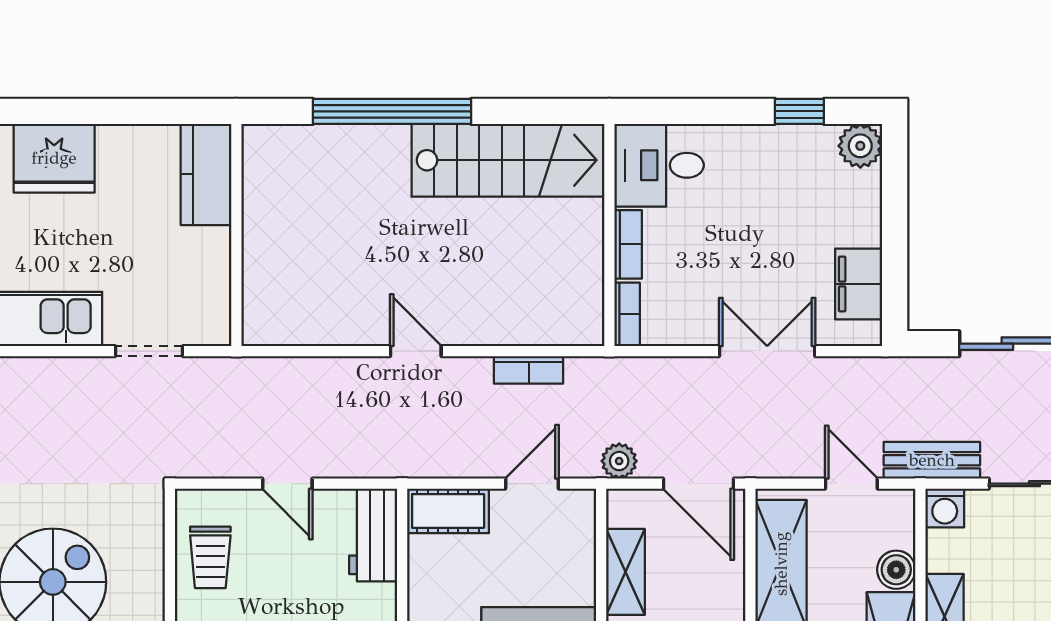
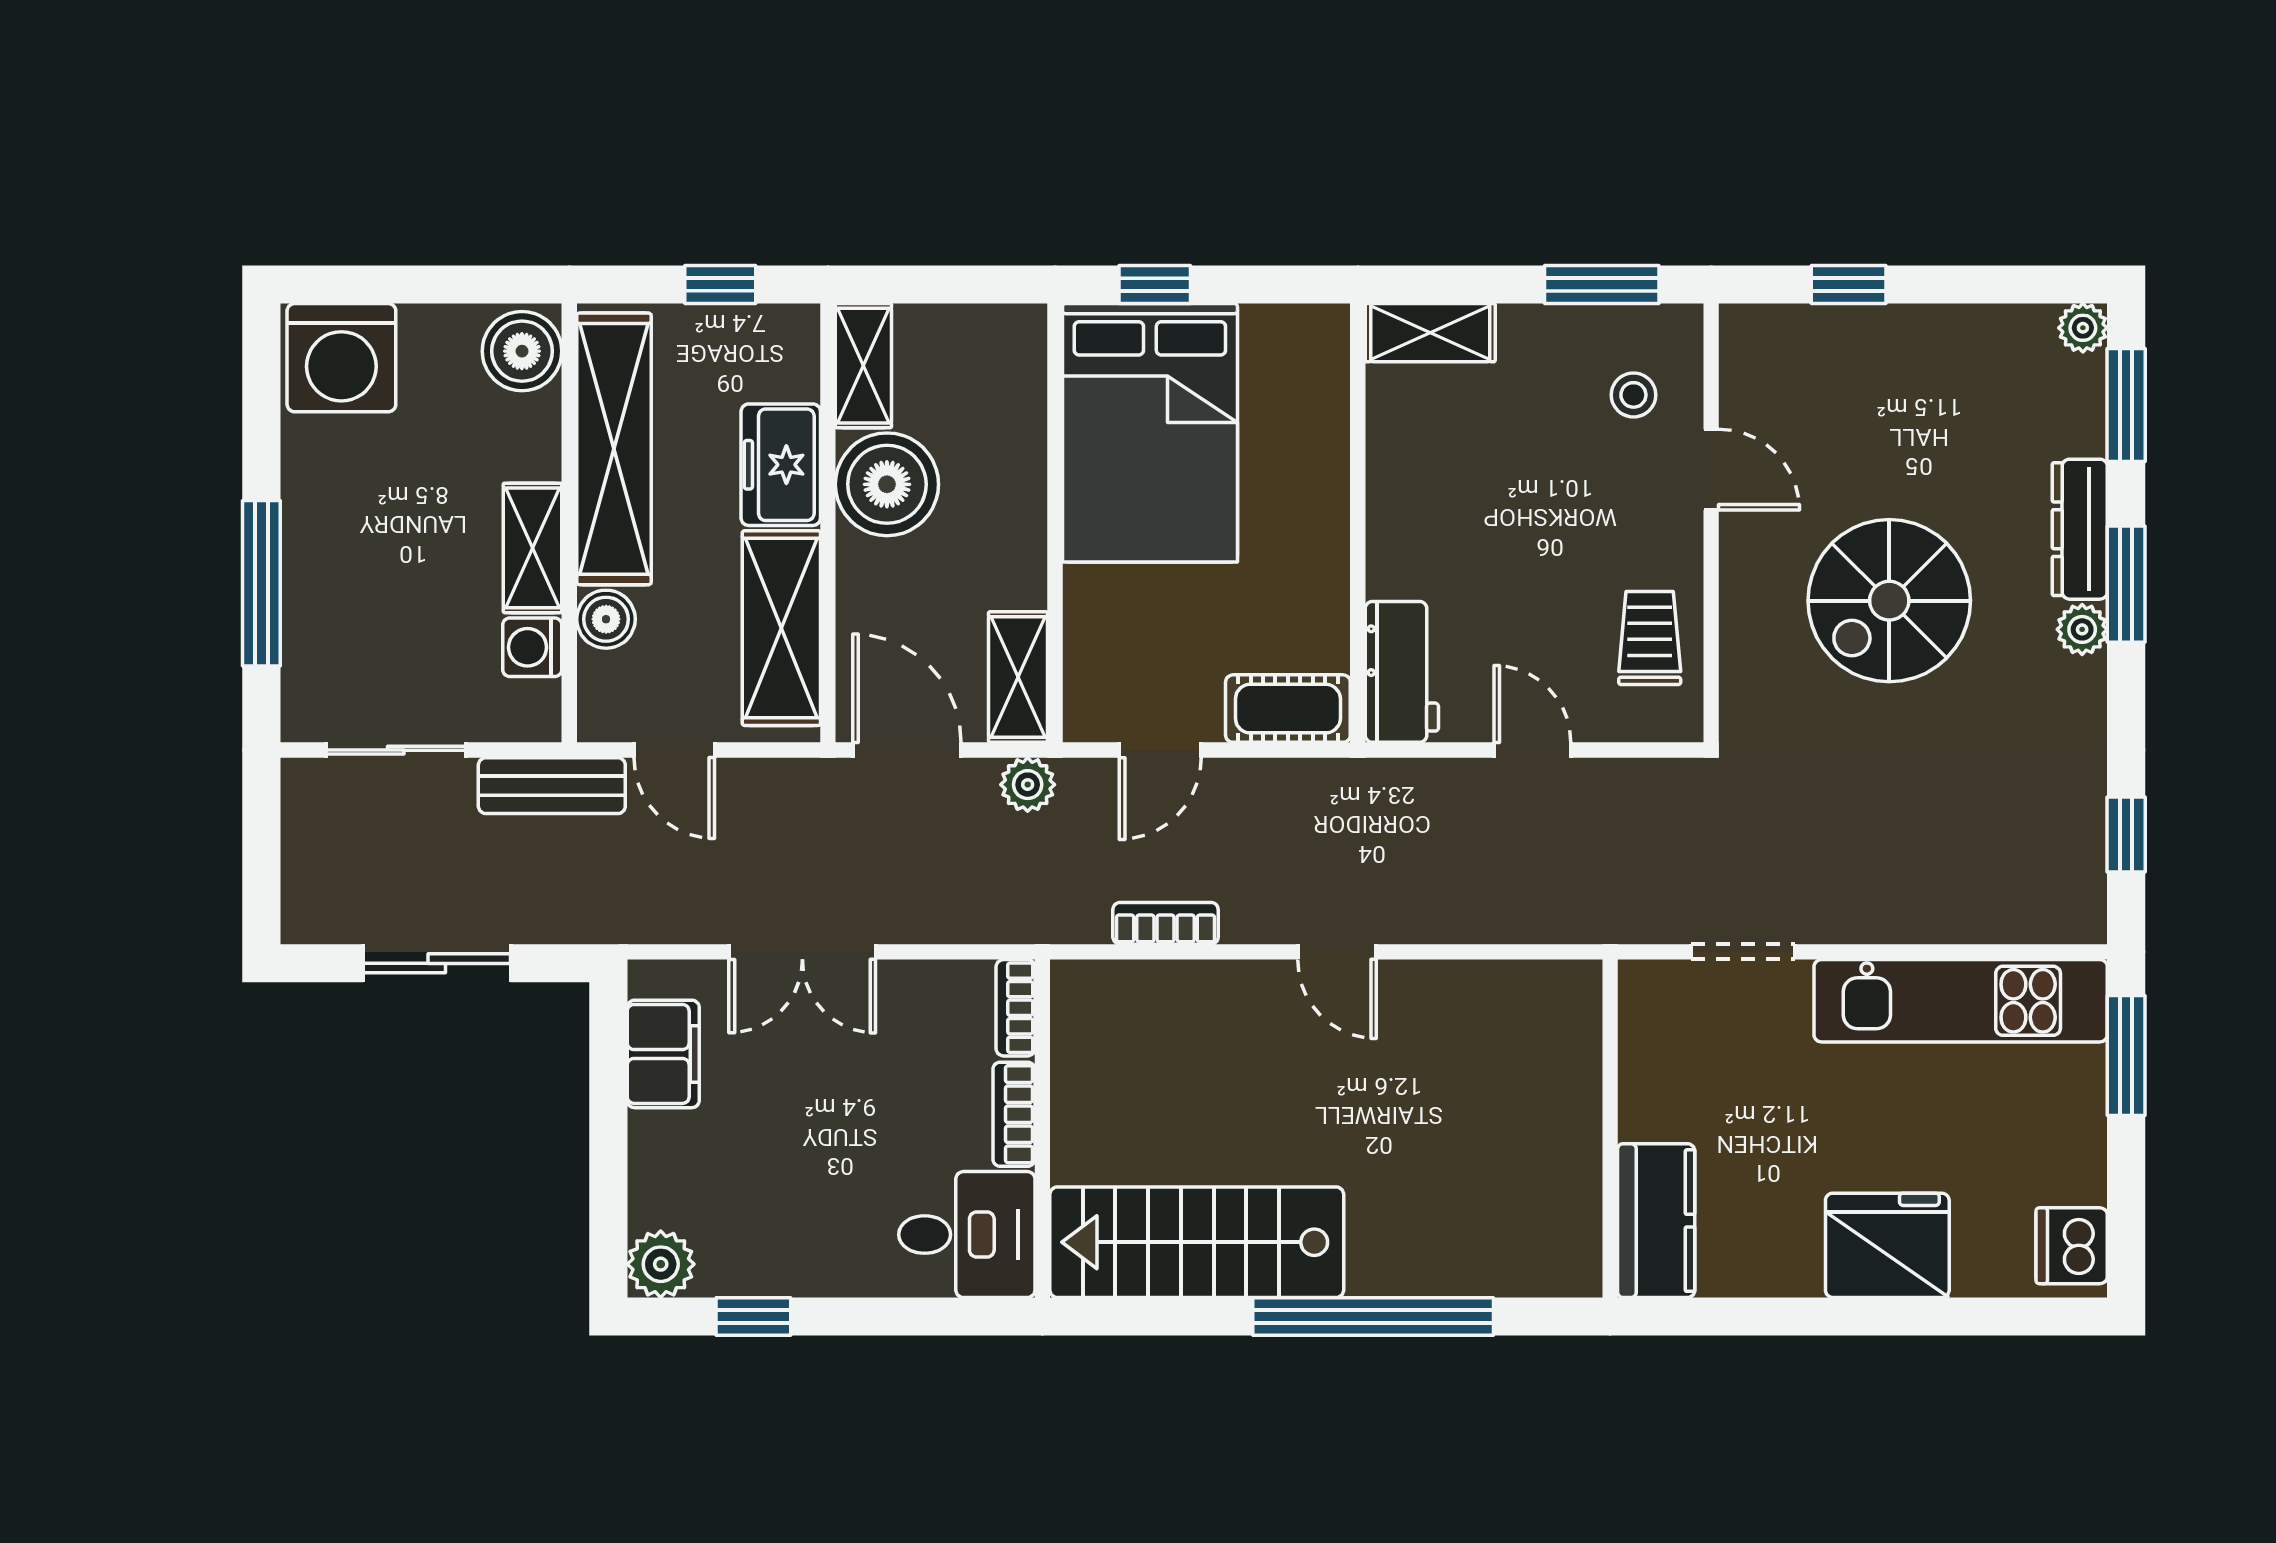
washing machine: (945, 508) -> (532, 647), moved, turned -90
shelving: (625, 572) -> (1018, 677), moved

